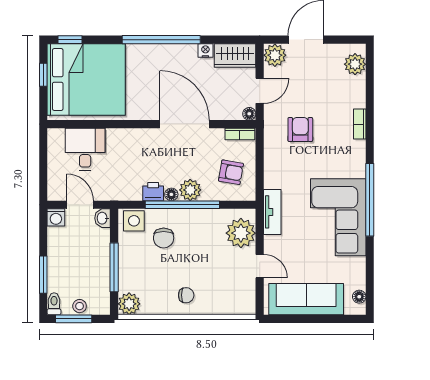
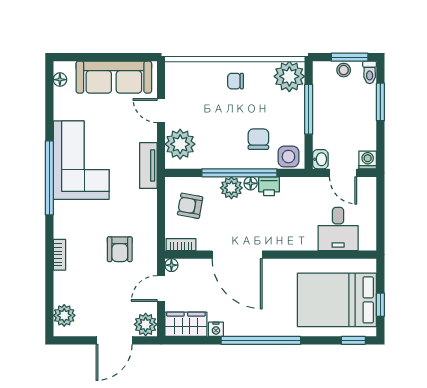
bed: (86, 79) -> (337, 300), width x0.73
plant: (129, 304) -> (289, 76), width x1.36, depth x1.36

